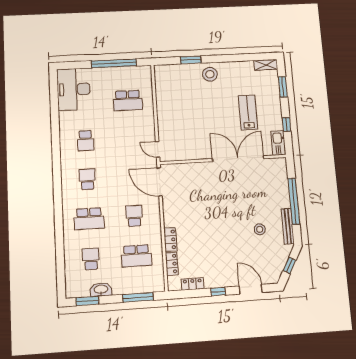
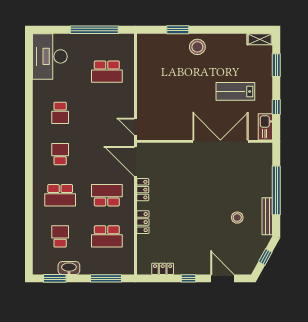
lab bench: (248, 112) -> (235, 91), turned -90
school desk: (134, 216) -> (107, 195), width x1.85
locker: (172, 264) -> (143, 190), moved

